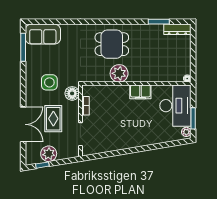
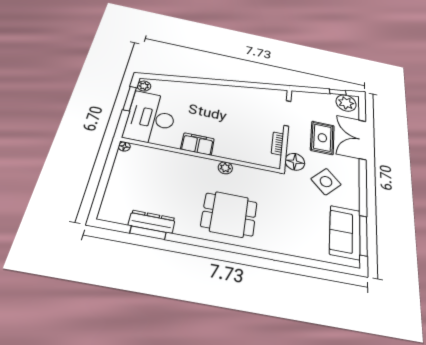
dresser: (177, 29) -> (152, 222), moved
sofa: (43, 34) -> (345, 232), moved, turned -90
plant: (119, 73) -> (225, 168), width x0.53, depth x0.53
side table: (49, 82) -> (326, 182), turned 45
plant: (49, 154) -> (346, 103), moved

